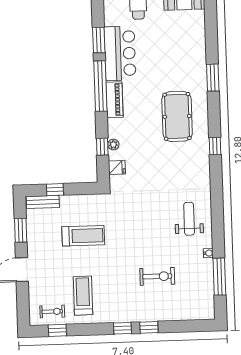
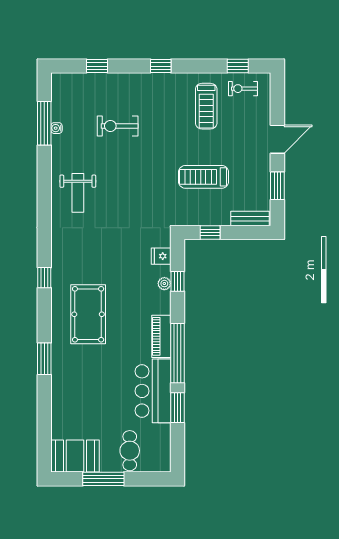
window: (55, 190) -> (210, 233), moved
water cooler: (208, 253) -> (56, 128), moved
window: (149, 327) -> (97, 66), moved

